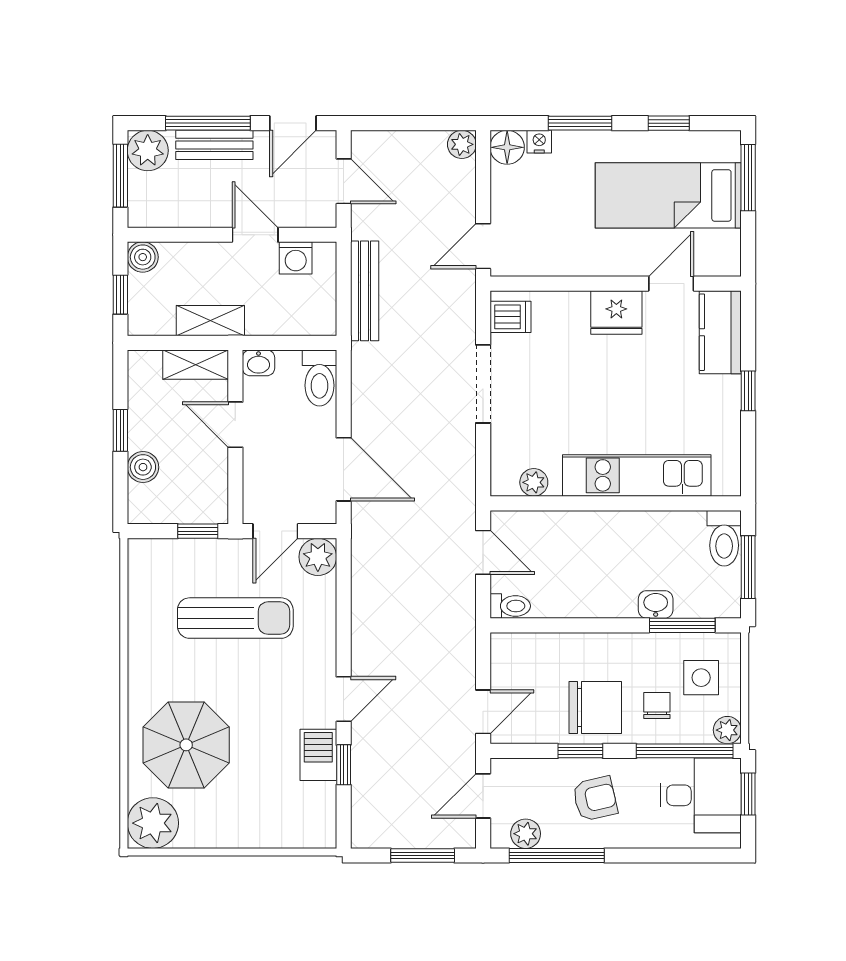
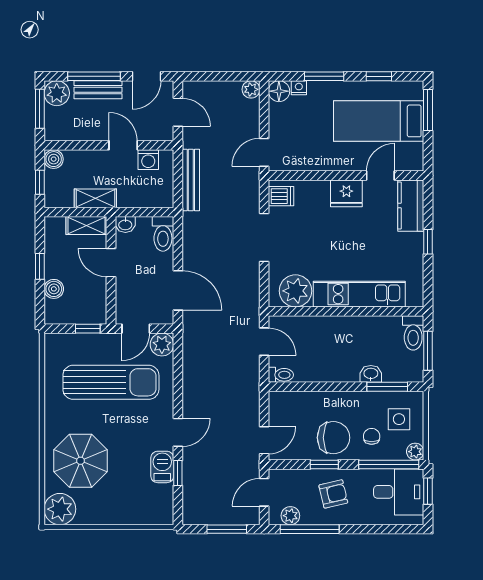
plant: (534, 482) -> (295, 291), width x1.87, depth x1.87
sun lounger: (235, 618) -> (111, 382), width x1.36, depth x1.34

